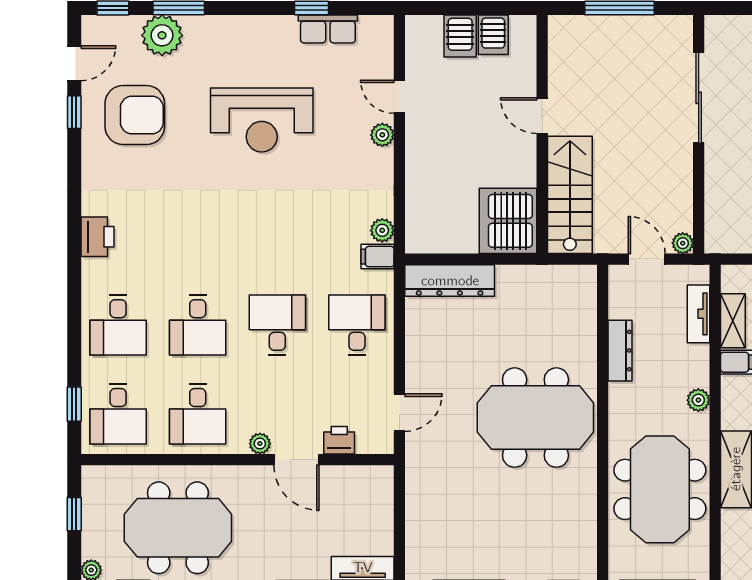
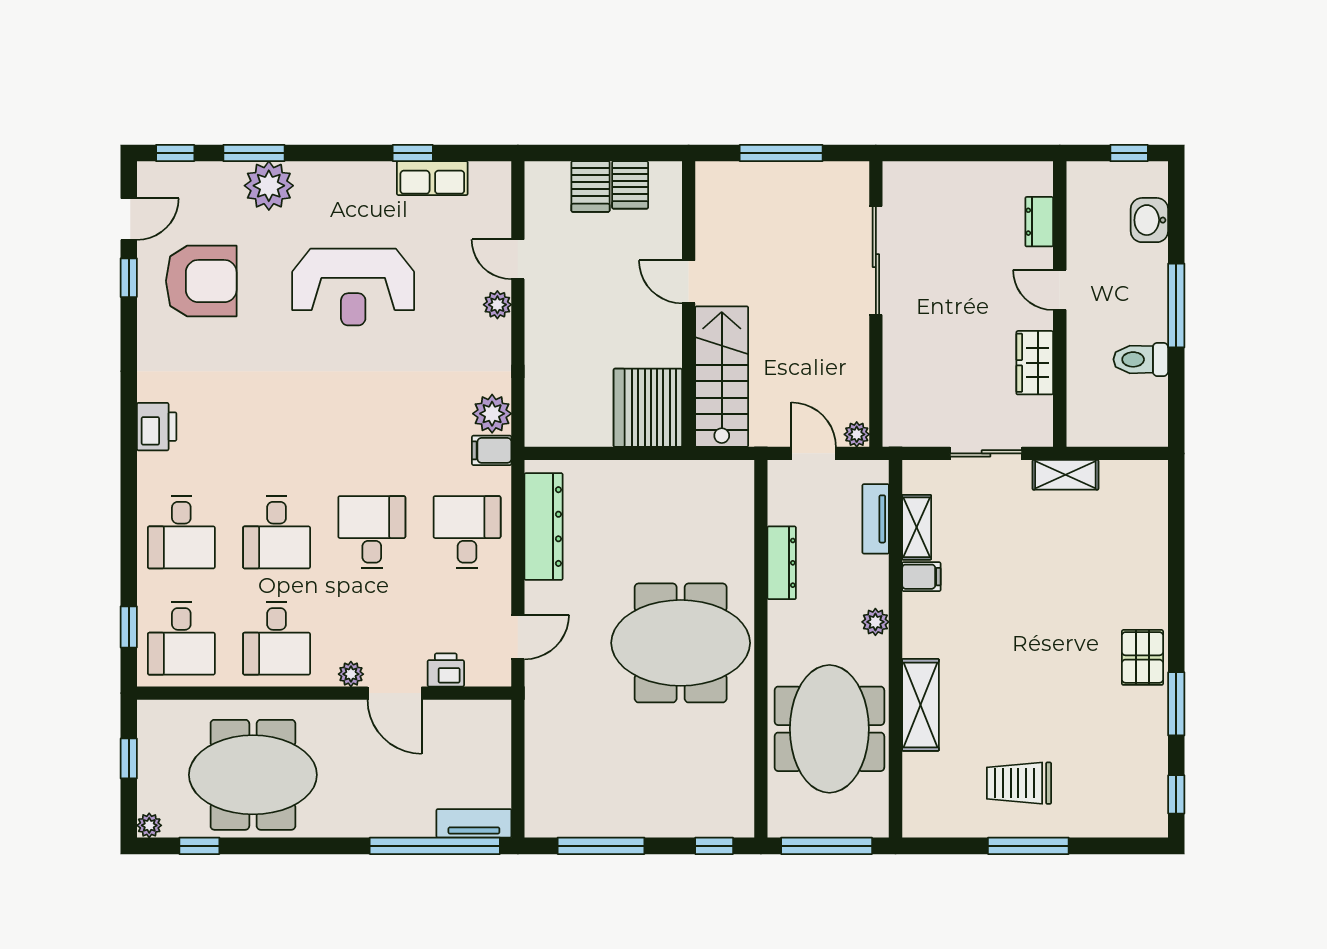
plant: (162, 35) -> (269, 186), moved
plant: (382, 230) -> (492, 414), width x1.38, depth x1.38
dresser: (450, 281) -> (544, 527), moved, turned -90

